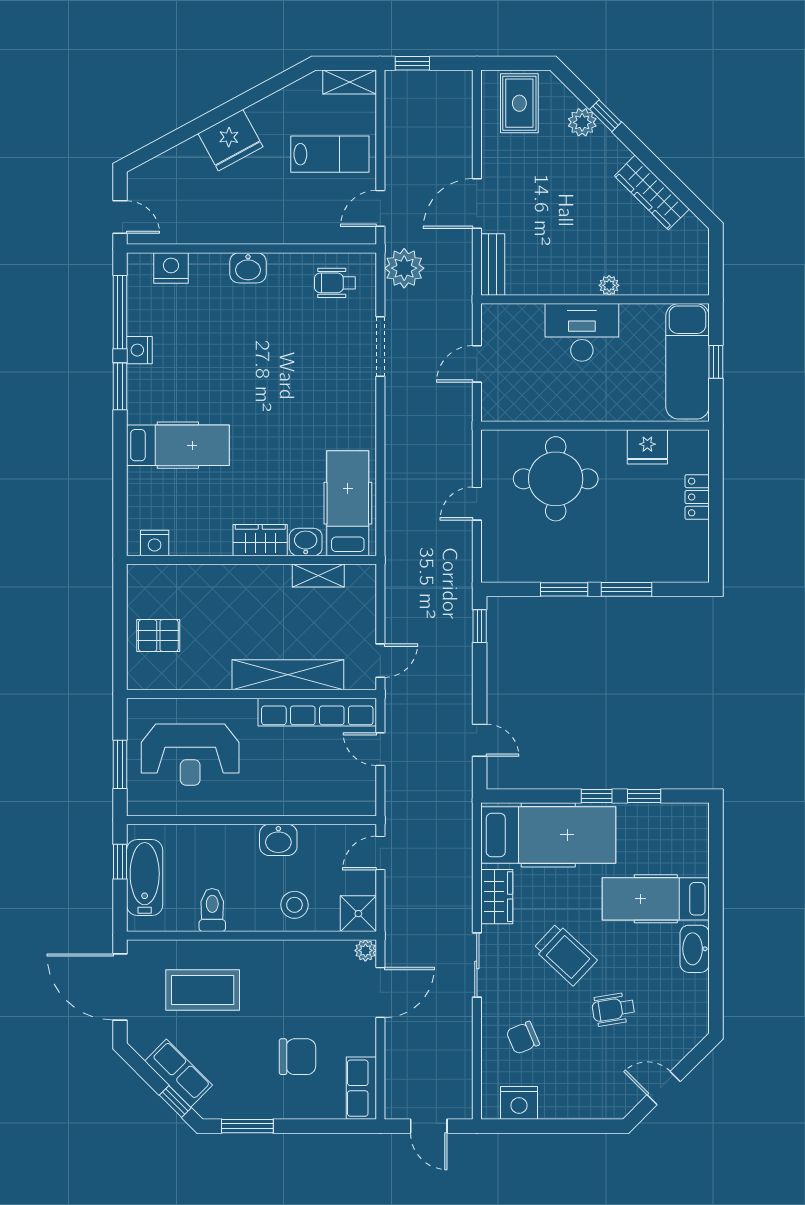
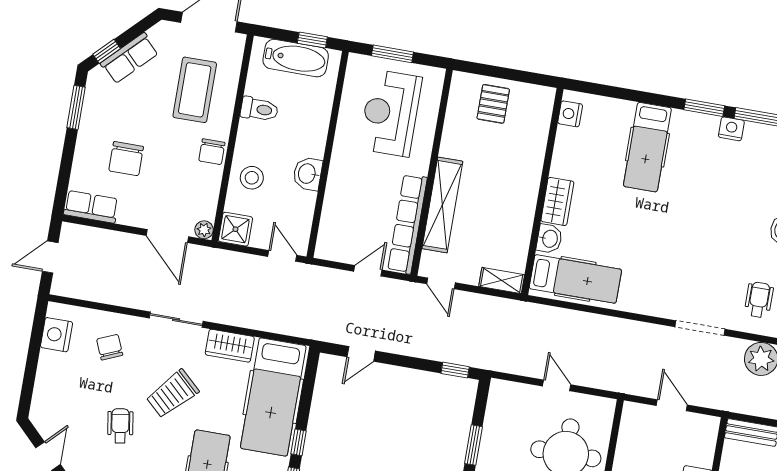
shelving: (318, 575) -> (502, 281), moved, turned 90
chair: (272, 957) -> (212, 152), added

